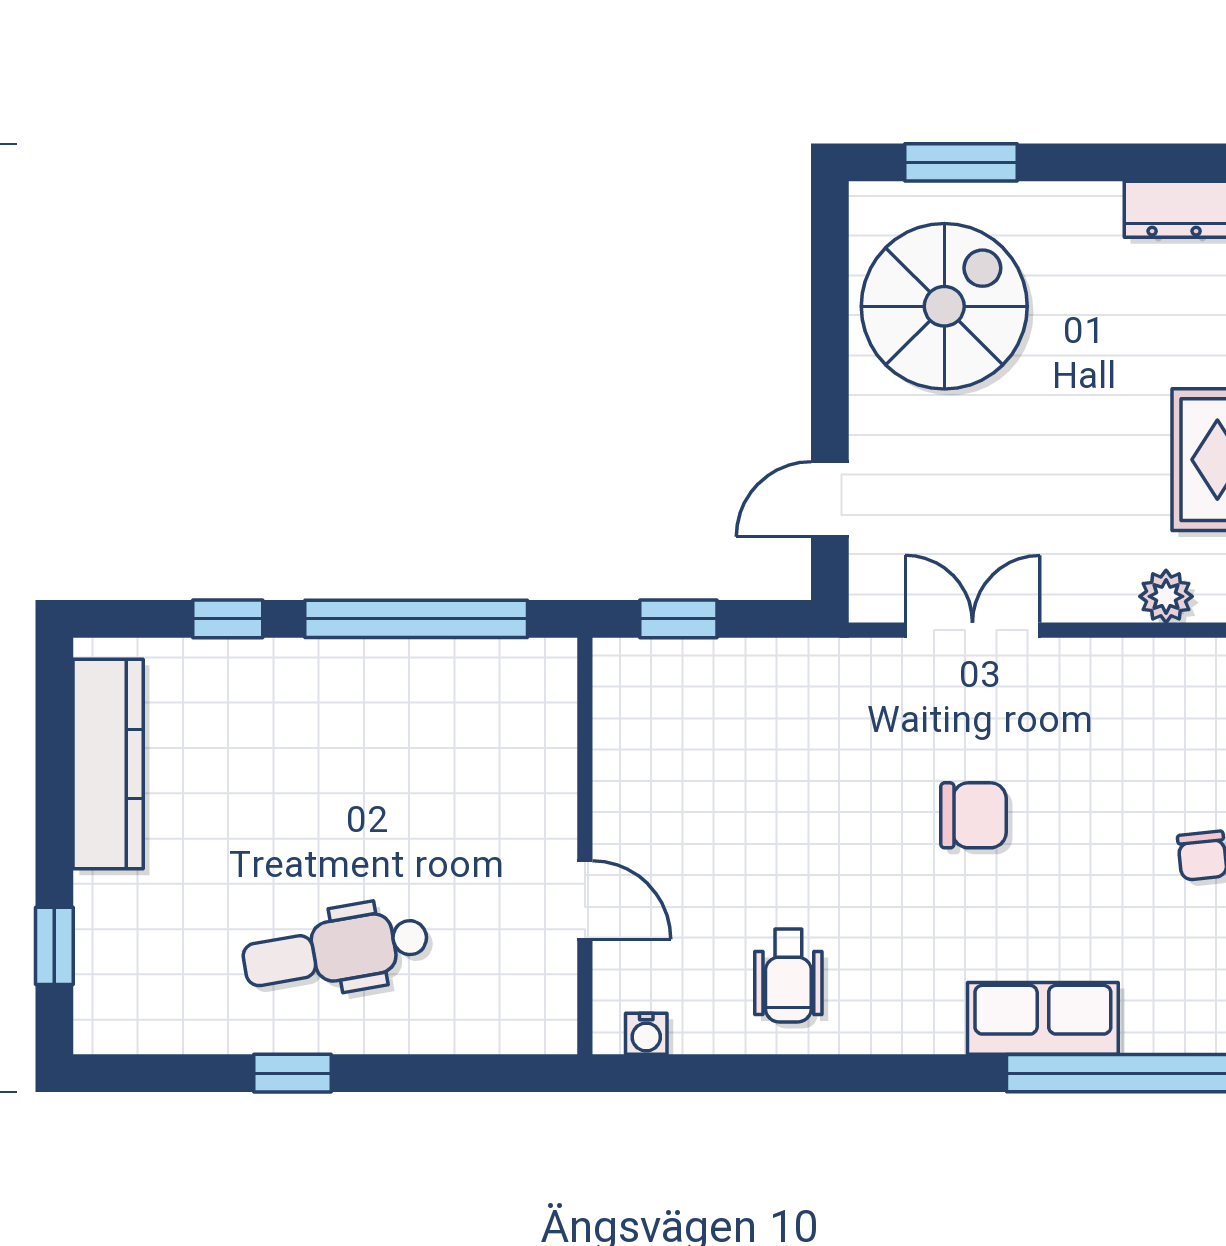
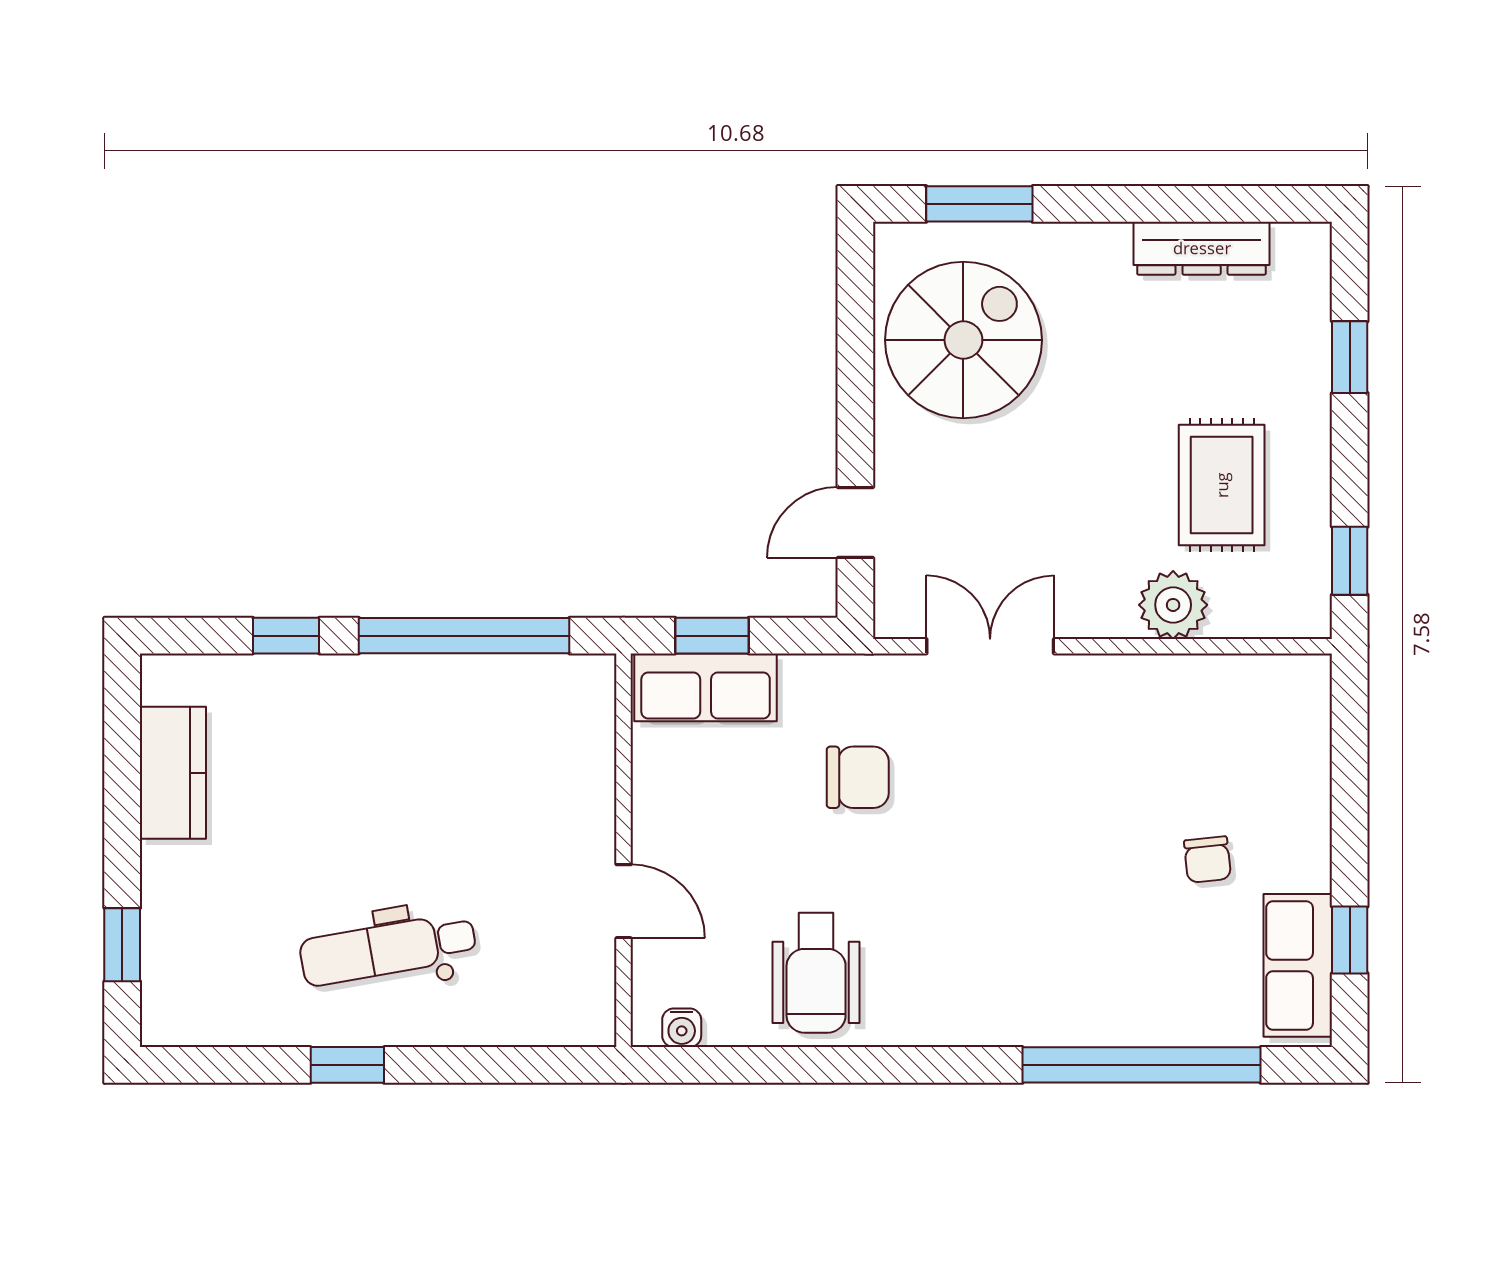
plant: (1166, 596) -> (1173, 605), width x1.38, depth x1.38
kitchen counter: (108, 764) -> (173, 773), width x0.67
chair: (974, 815) -> (858, 777), moved
wheelchair: (788, 976) -> (816, 973), width x1.36, depth x1.37
row of seats: (1043, 1018) -> (706, 687), moved, turned 180

